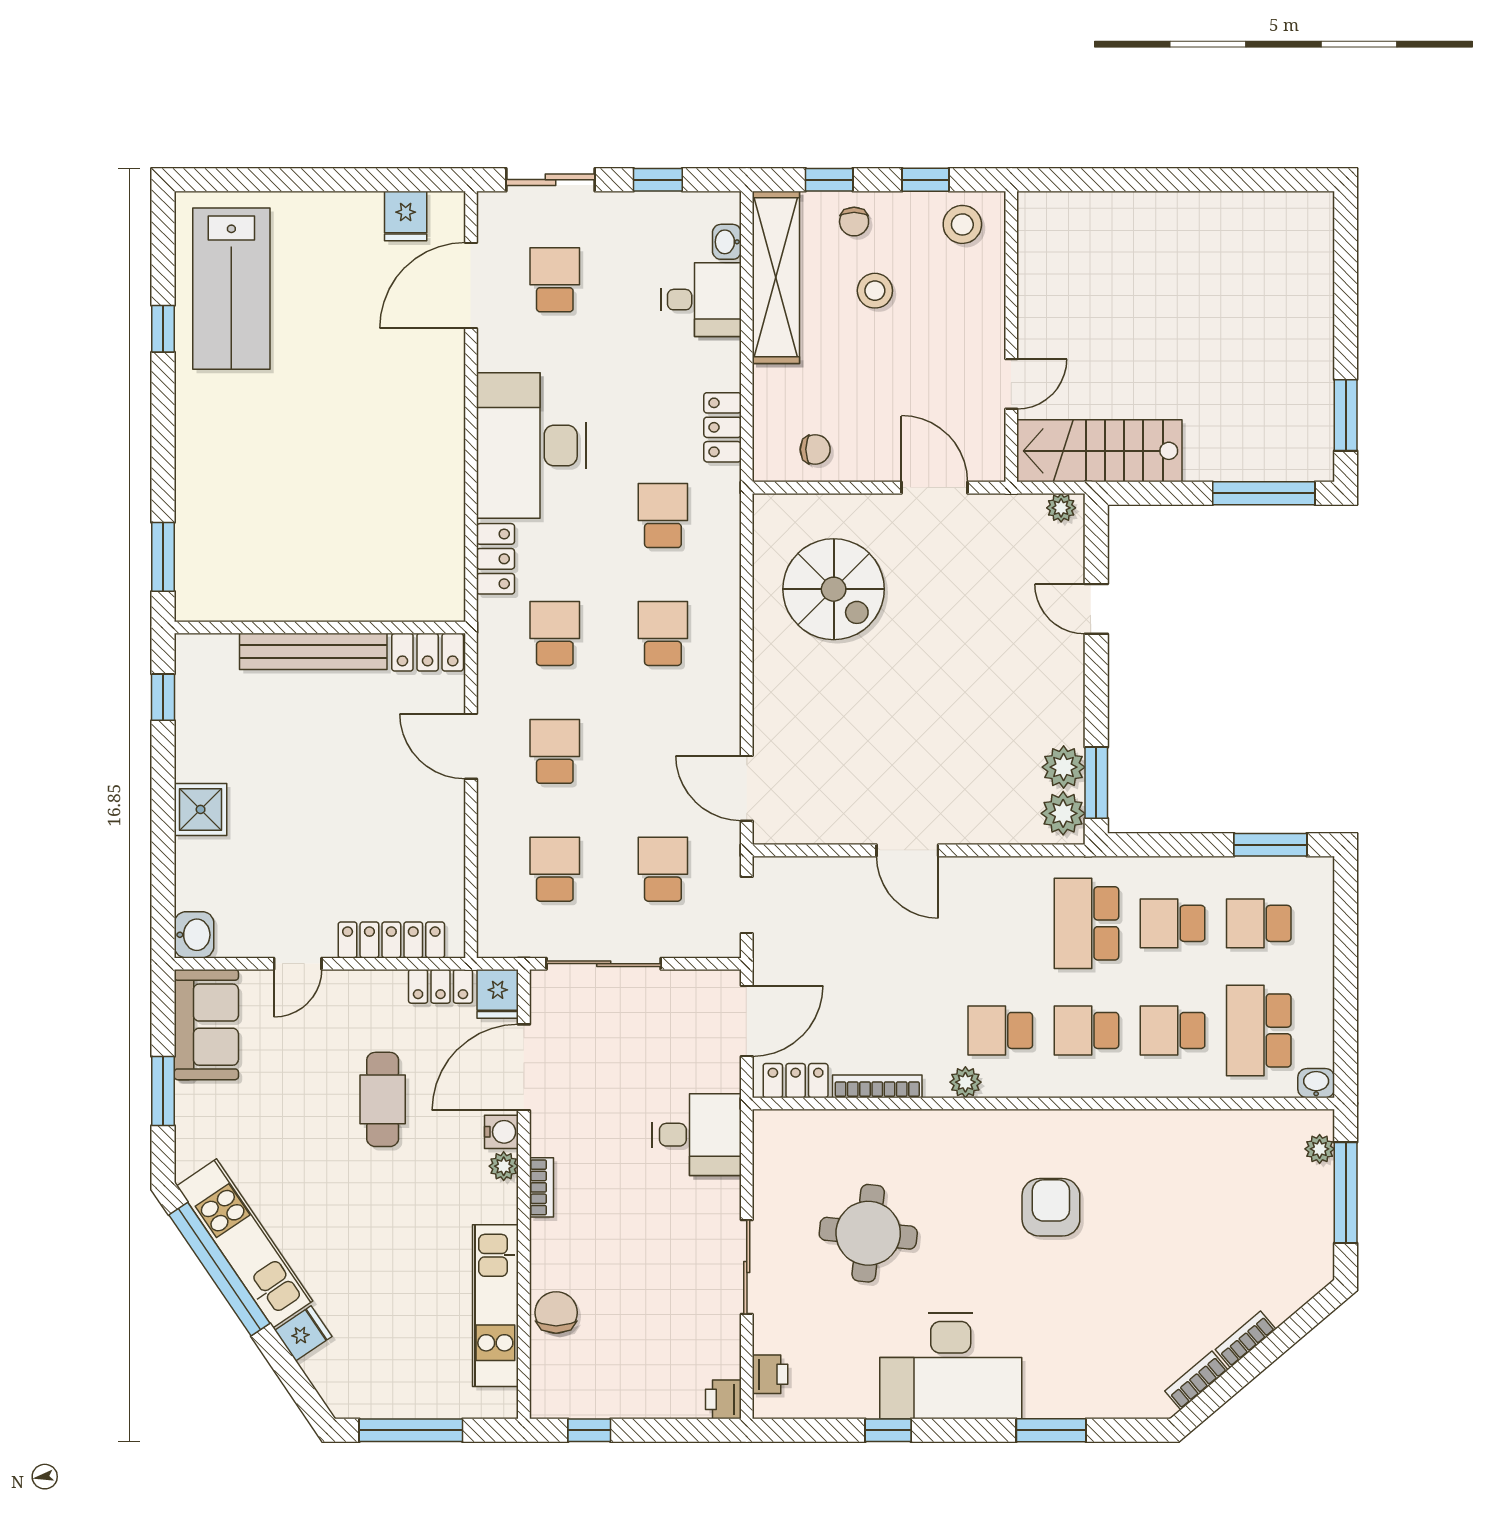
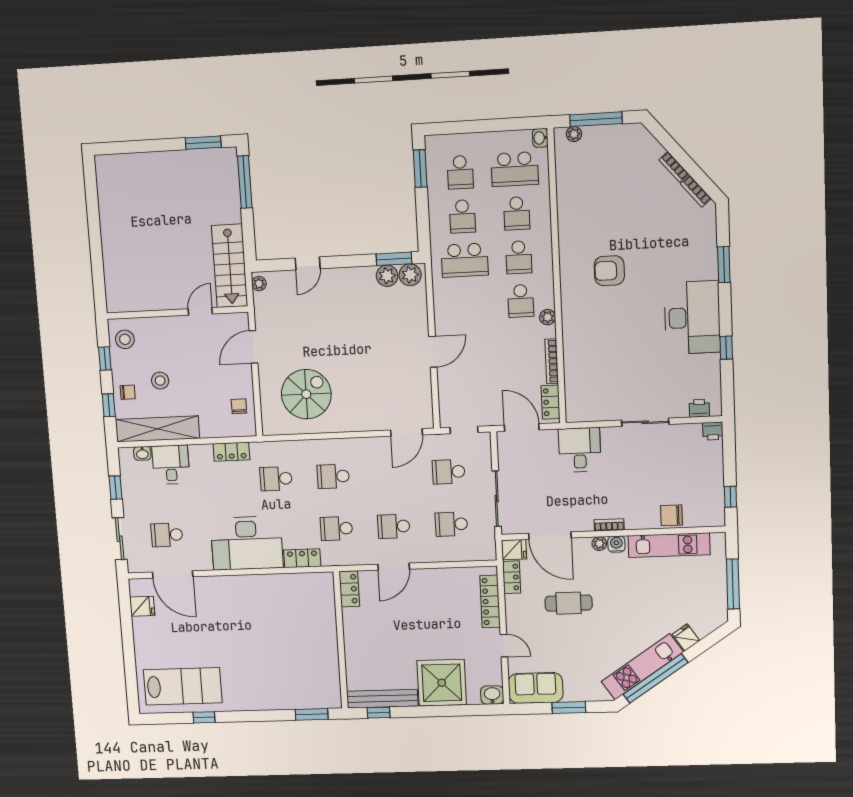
door: (1011, 384) -> (200, 311), hinge flipped
bench: (313, 651) -> (382, 699), moved, turned 90
shower: (201, 809) -> (442, 683), width x1.86, depth x1.86
water cooler: (501, 1132) -> (616, 544), moved
round table: (868, 1233) -> (626, 362), removed

